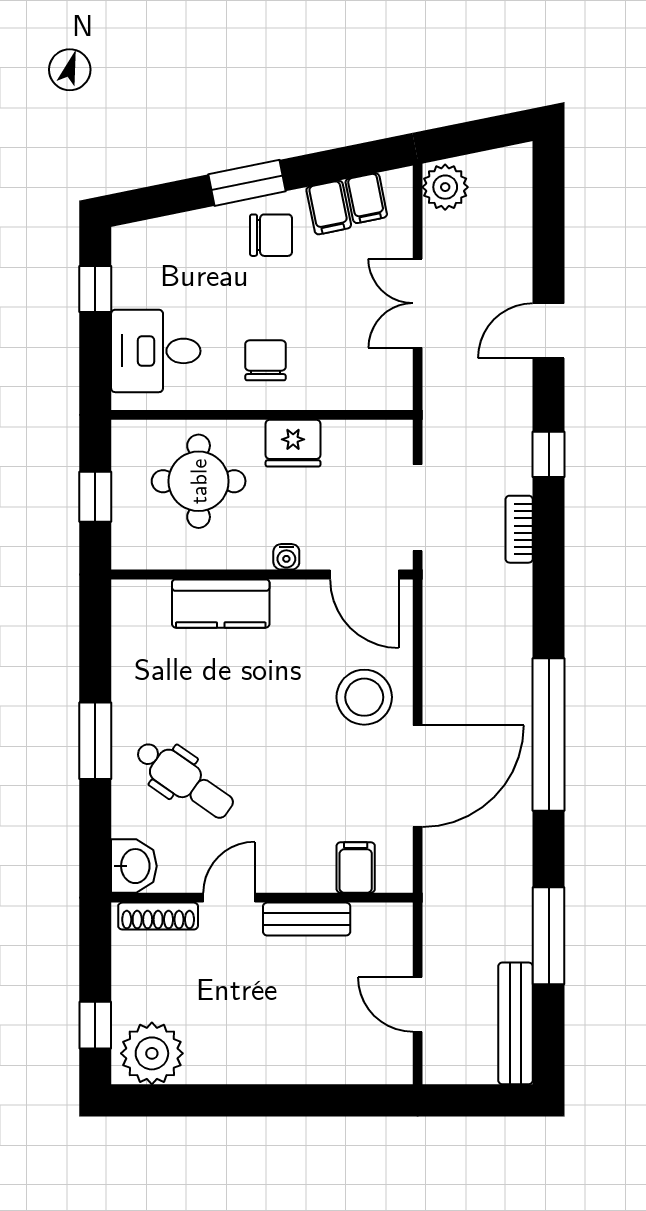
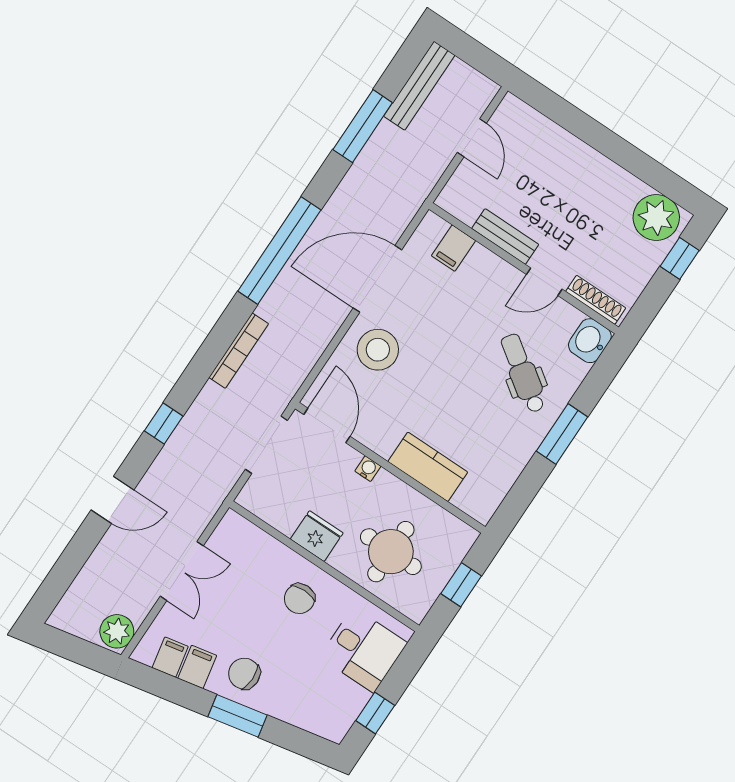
bookcase: (519, 529) -> (239, 351), moved, width x1.56

